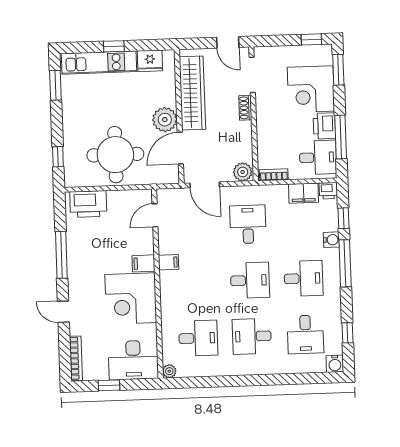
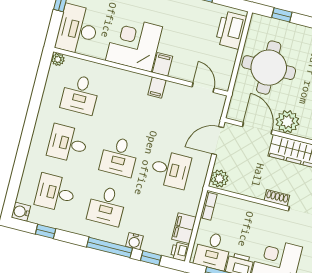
desk: (252, 336) -> (68, 144), turned -90

